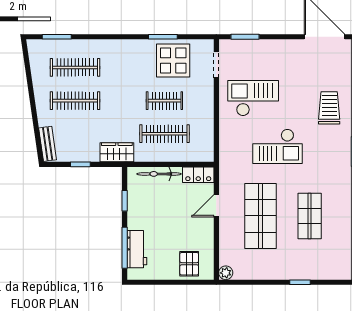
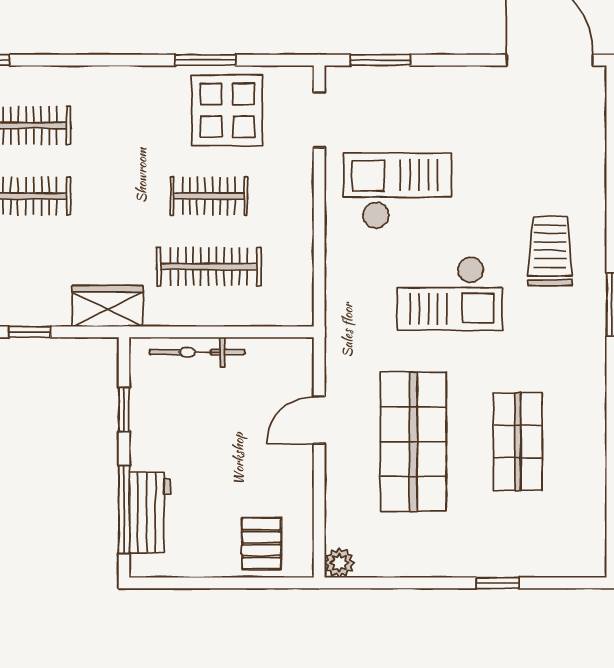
trolley: (329, 108) -> (550, 251), moved
locker: (198, 175) -> (281, 354), removed

